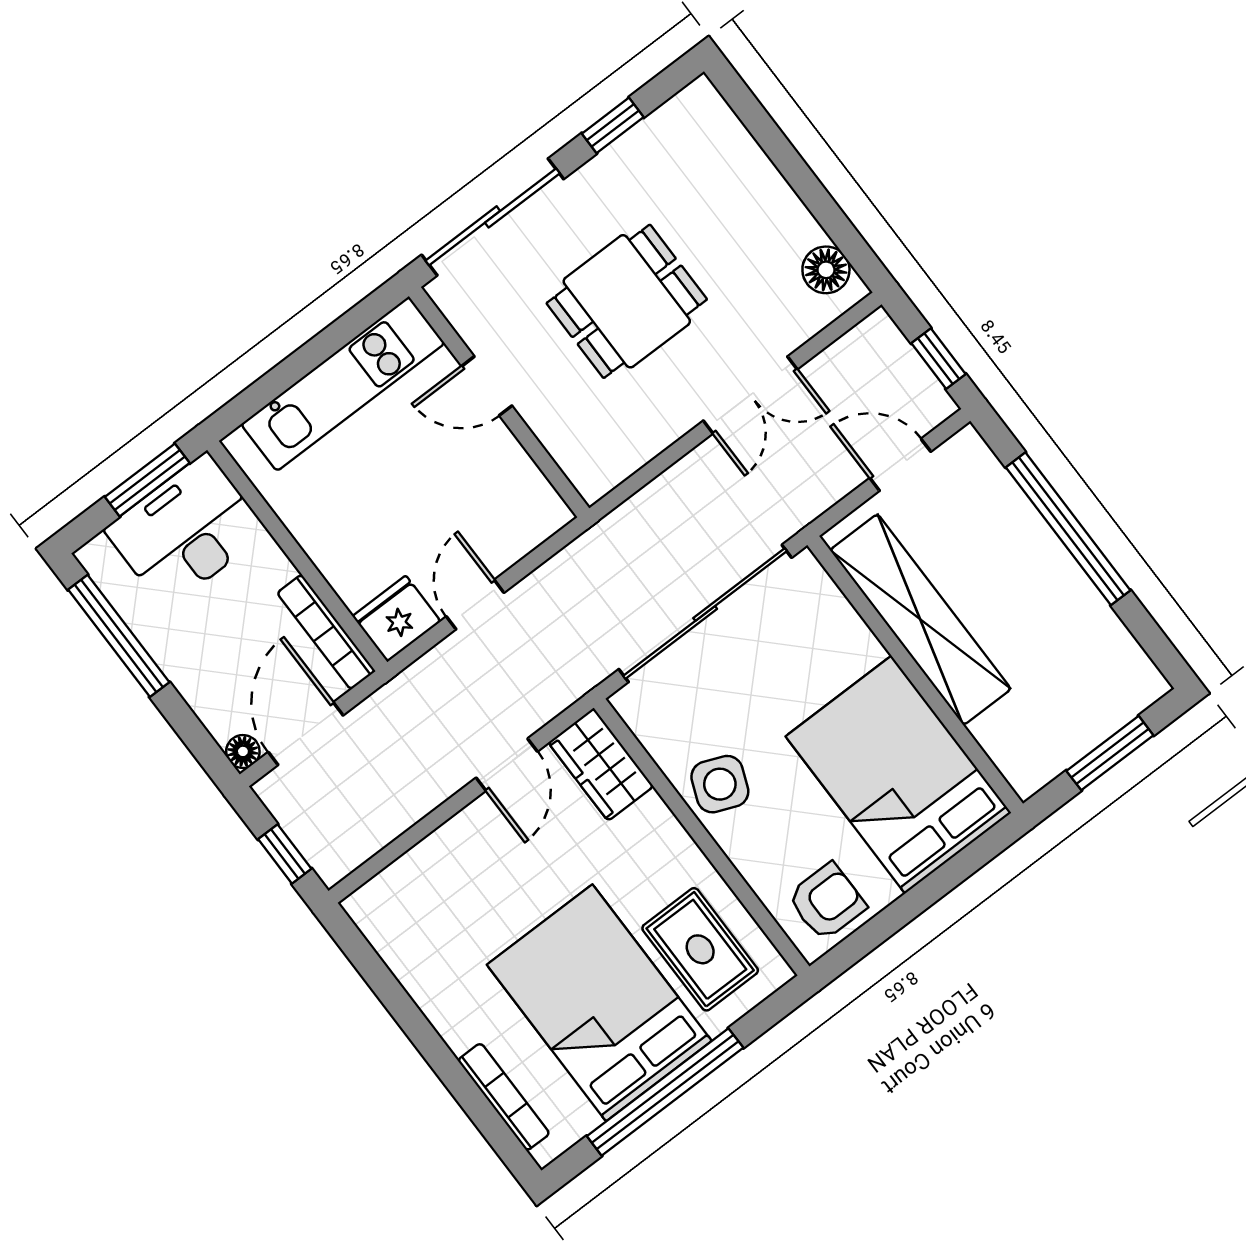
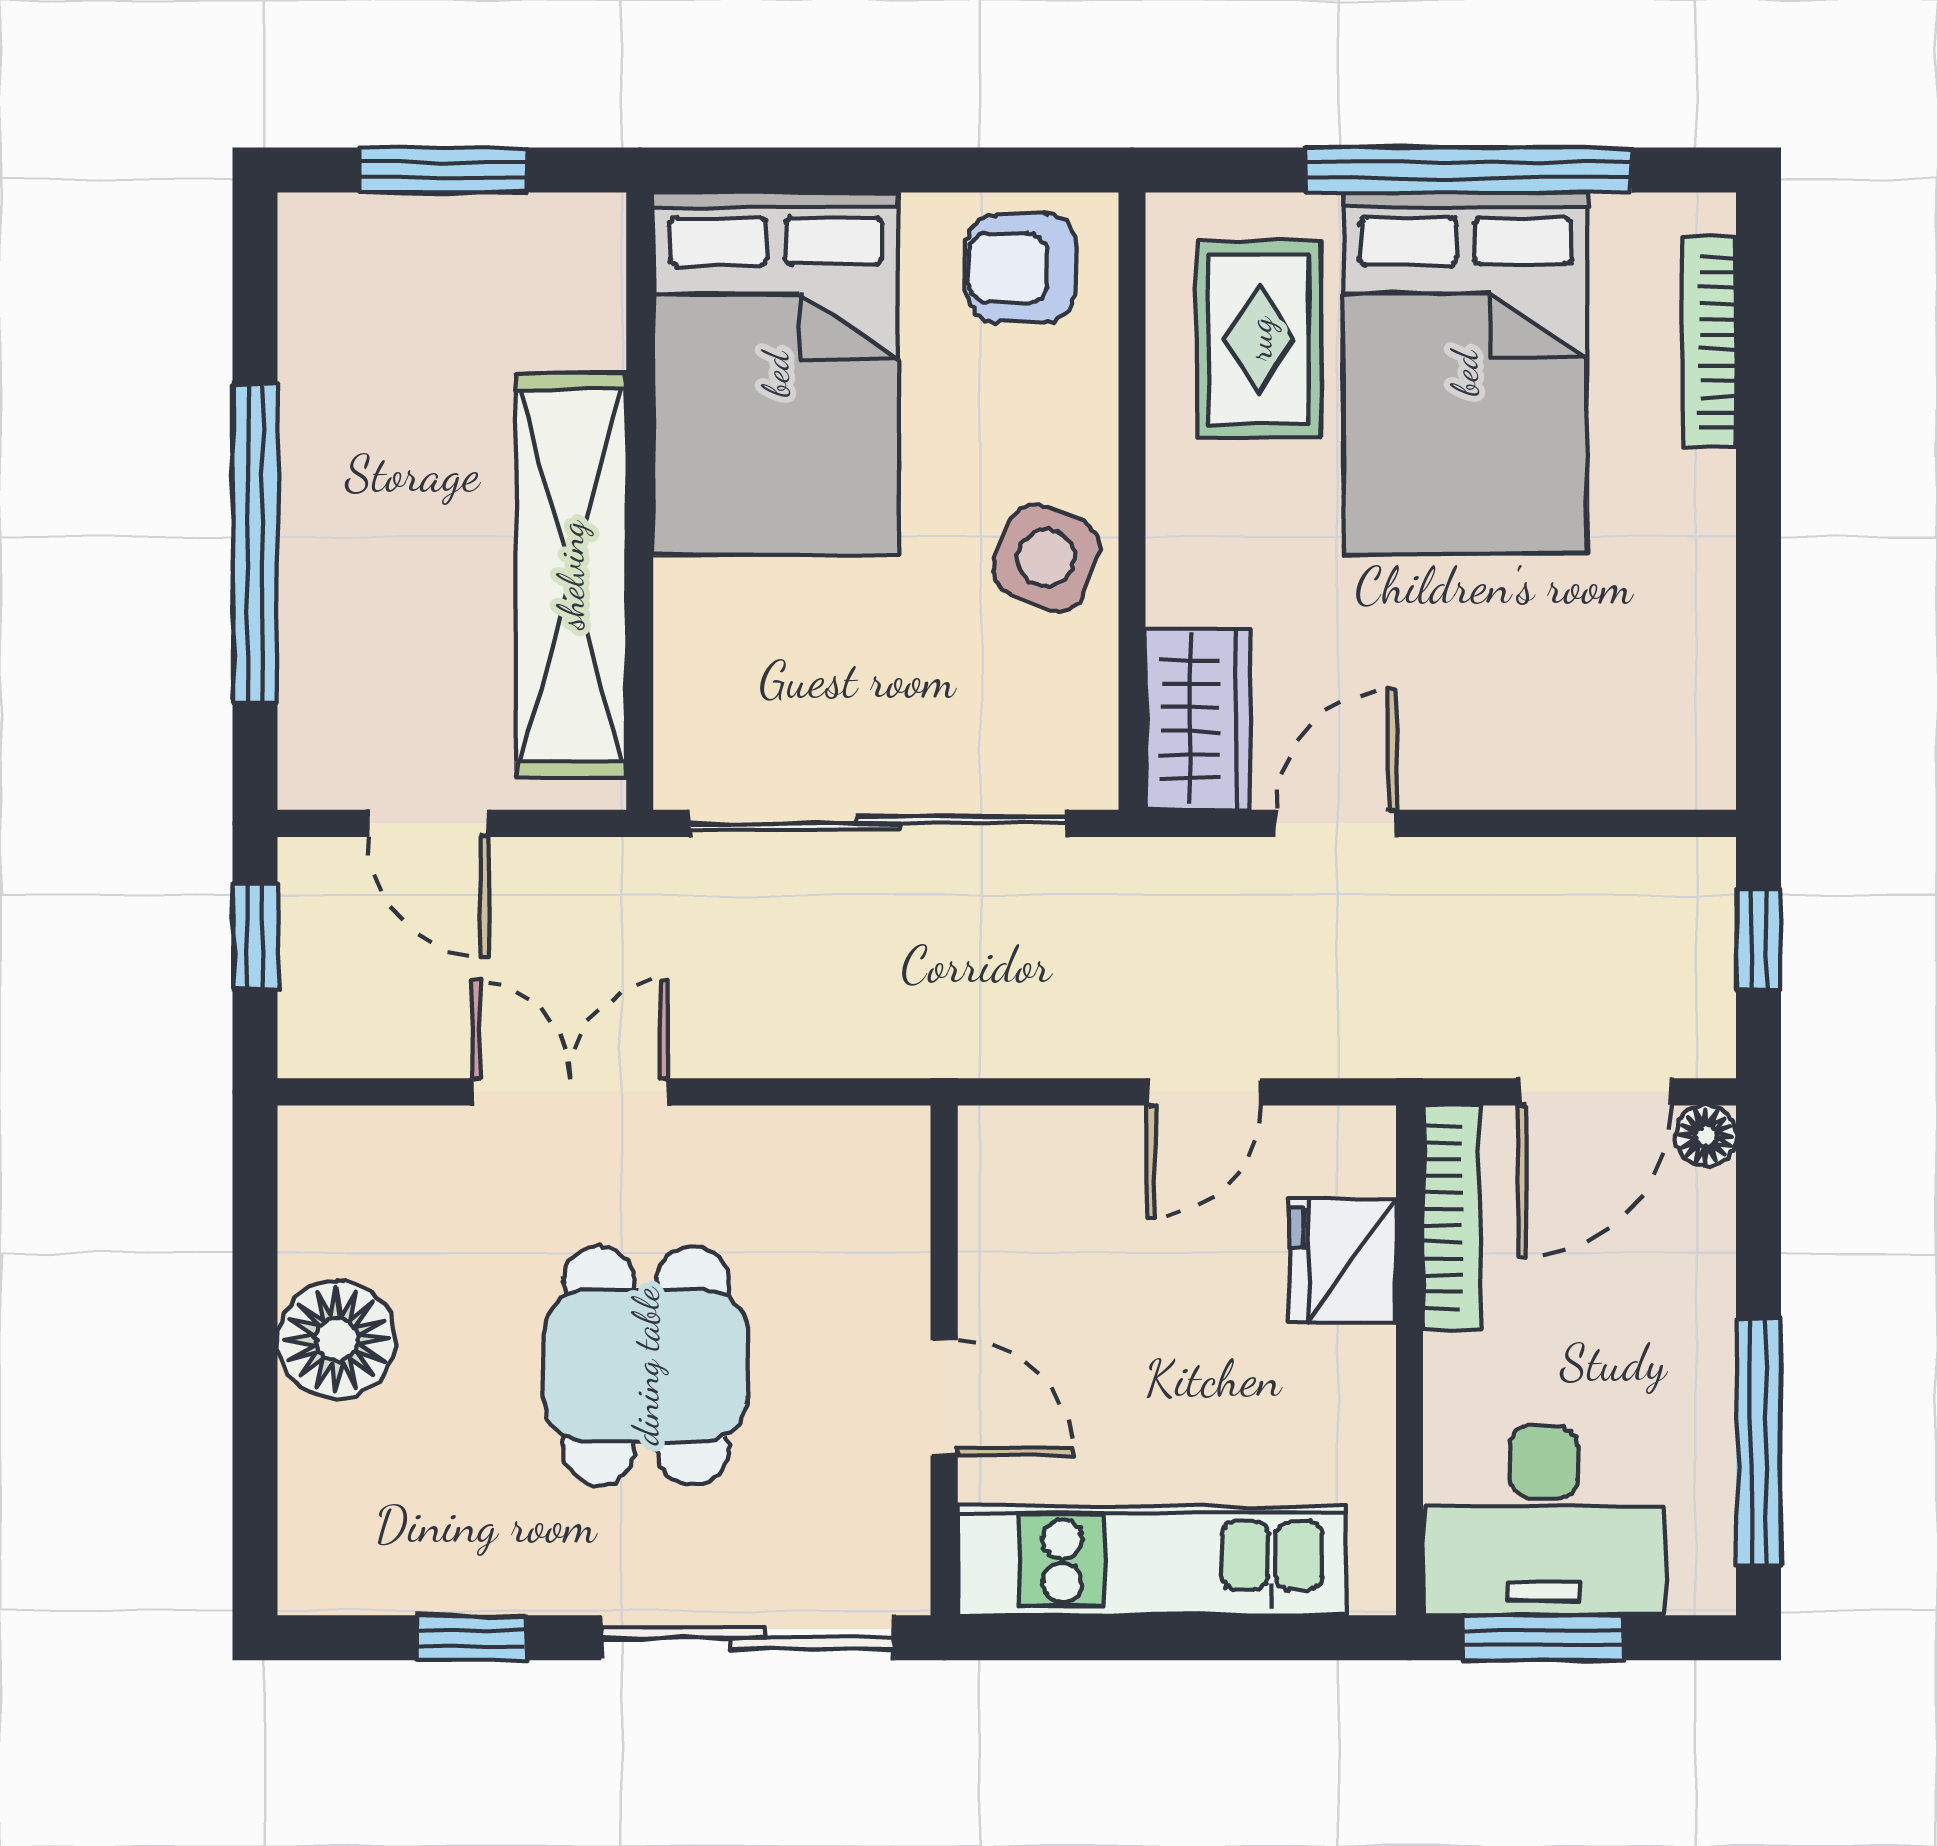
floor lamp: (826, 270) -> (336, 1340), moved, width x1.38, depth x1.38
dining table: (627, 301) -> (646, 1366), turned 90
fridge: (397, 619) -> (1343, 1261), moved, turned 90

